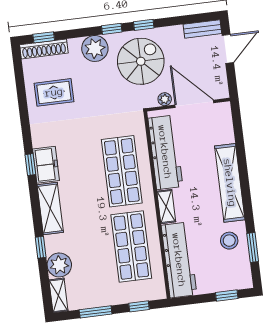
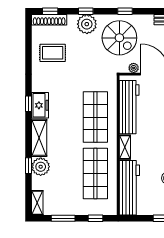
window: (112, 29) -> (86, 11), moved
spiral stairs: (141, 61) -> (119, 38), turned 90
plant: (59, 265) -> (41, 167), moved

